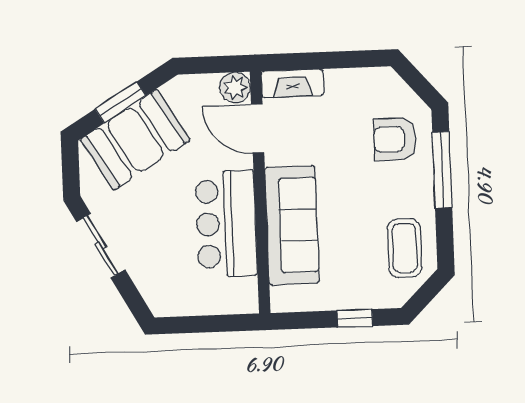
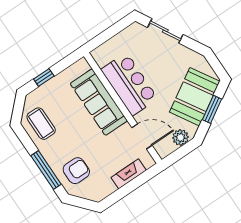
fireplace: (292, 83) -> (129, 174), moved
plant: (235, 88) -> (181, 137), moved
sliding door: (101, 246) -> (165, 31), moved

